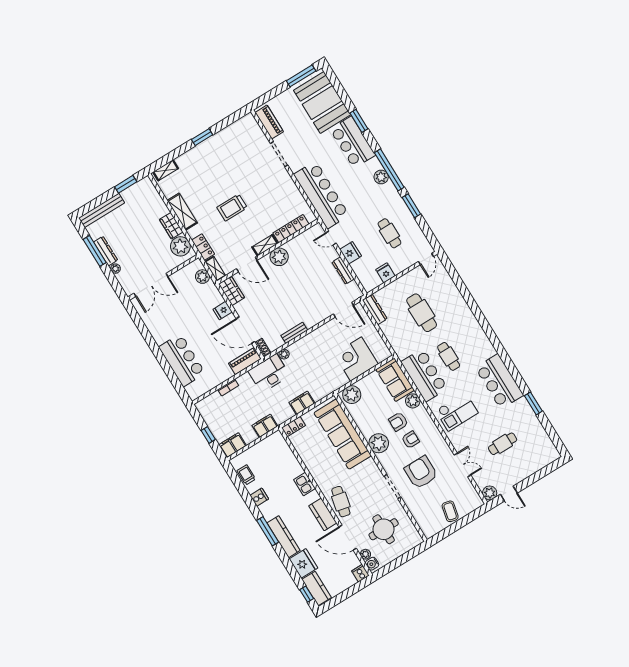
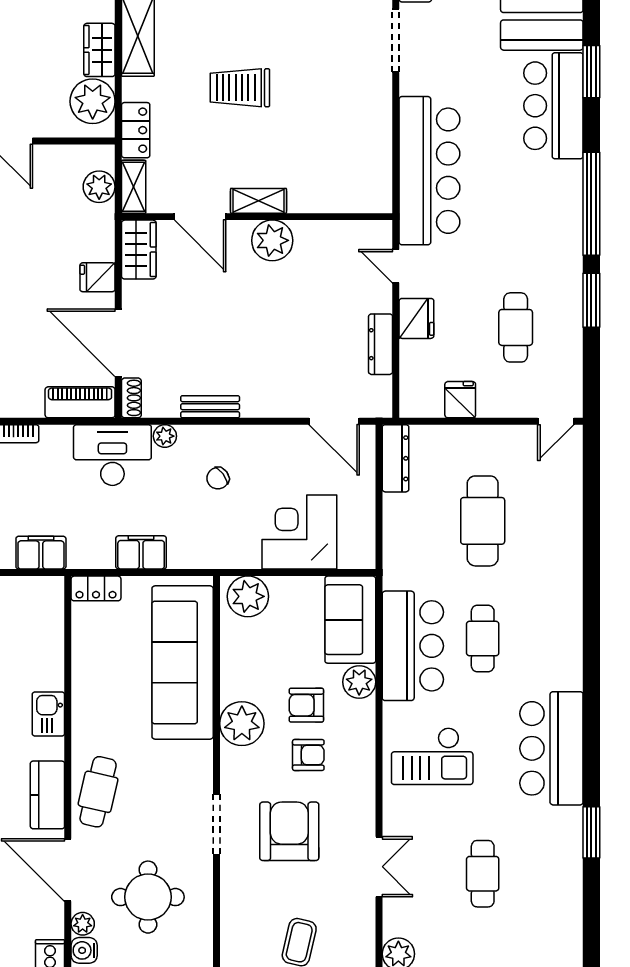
plant: (381, 177) -> (567, 208), removed
locker: (291, 229) -> (329, 200), removed
chair: (313, 358) -> (218, 478), added
cafe table: (503, 444) -> (483, 874), turned 90

